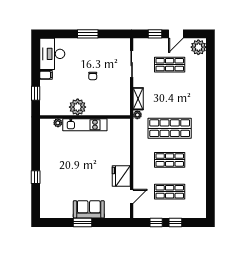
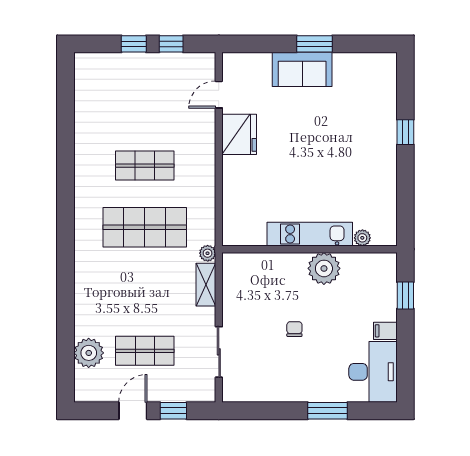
window: (88, 34) -> (328, 411), moved
plant: (198, 47) -> (89, 353), moved
shop shelf: (170, 192) -> (145, 104), removed

